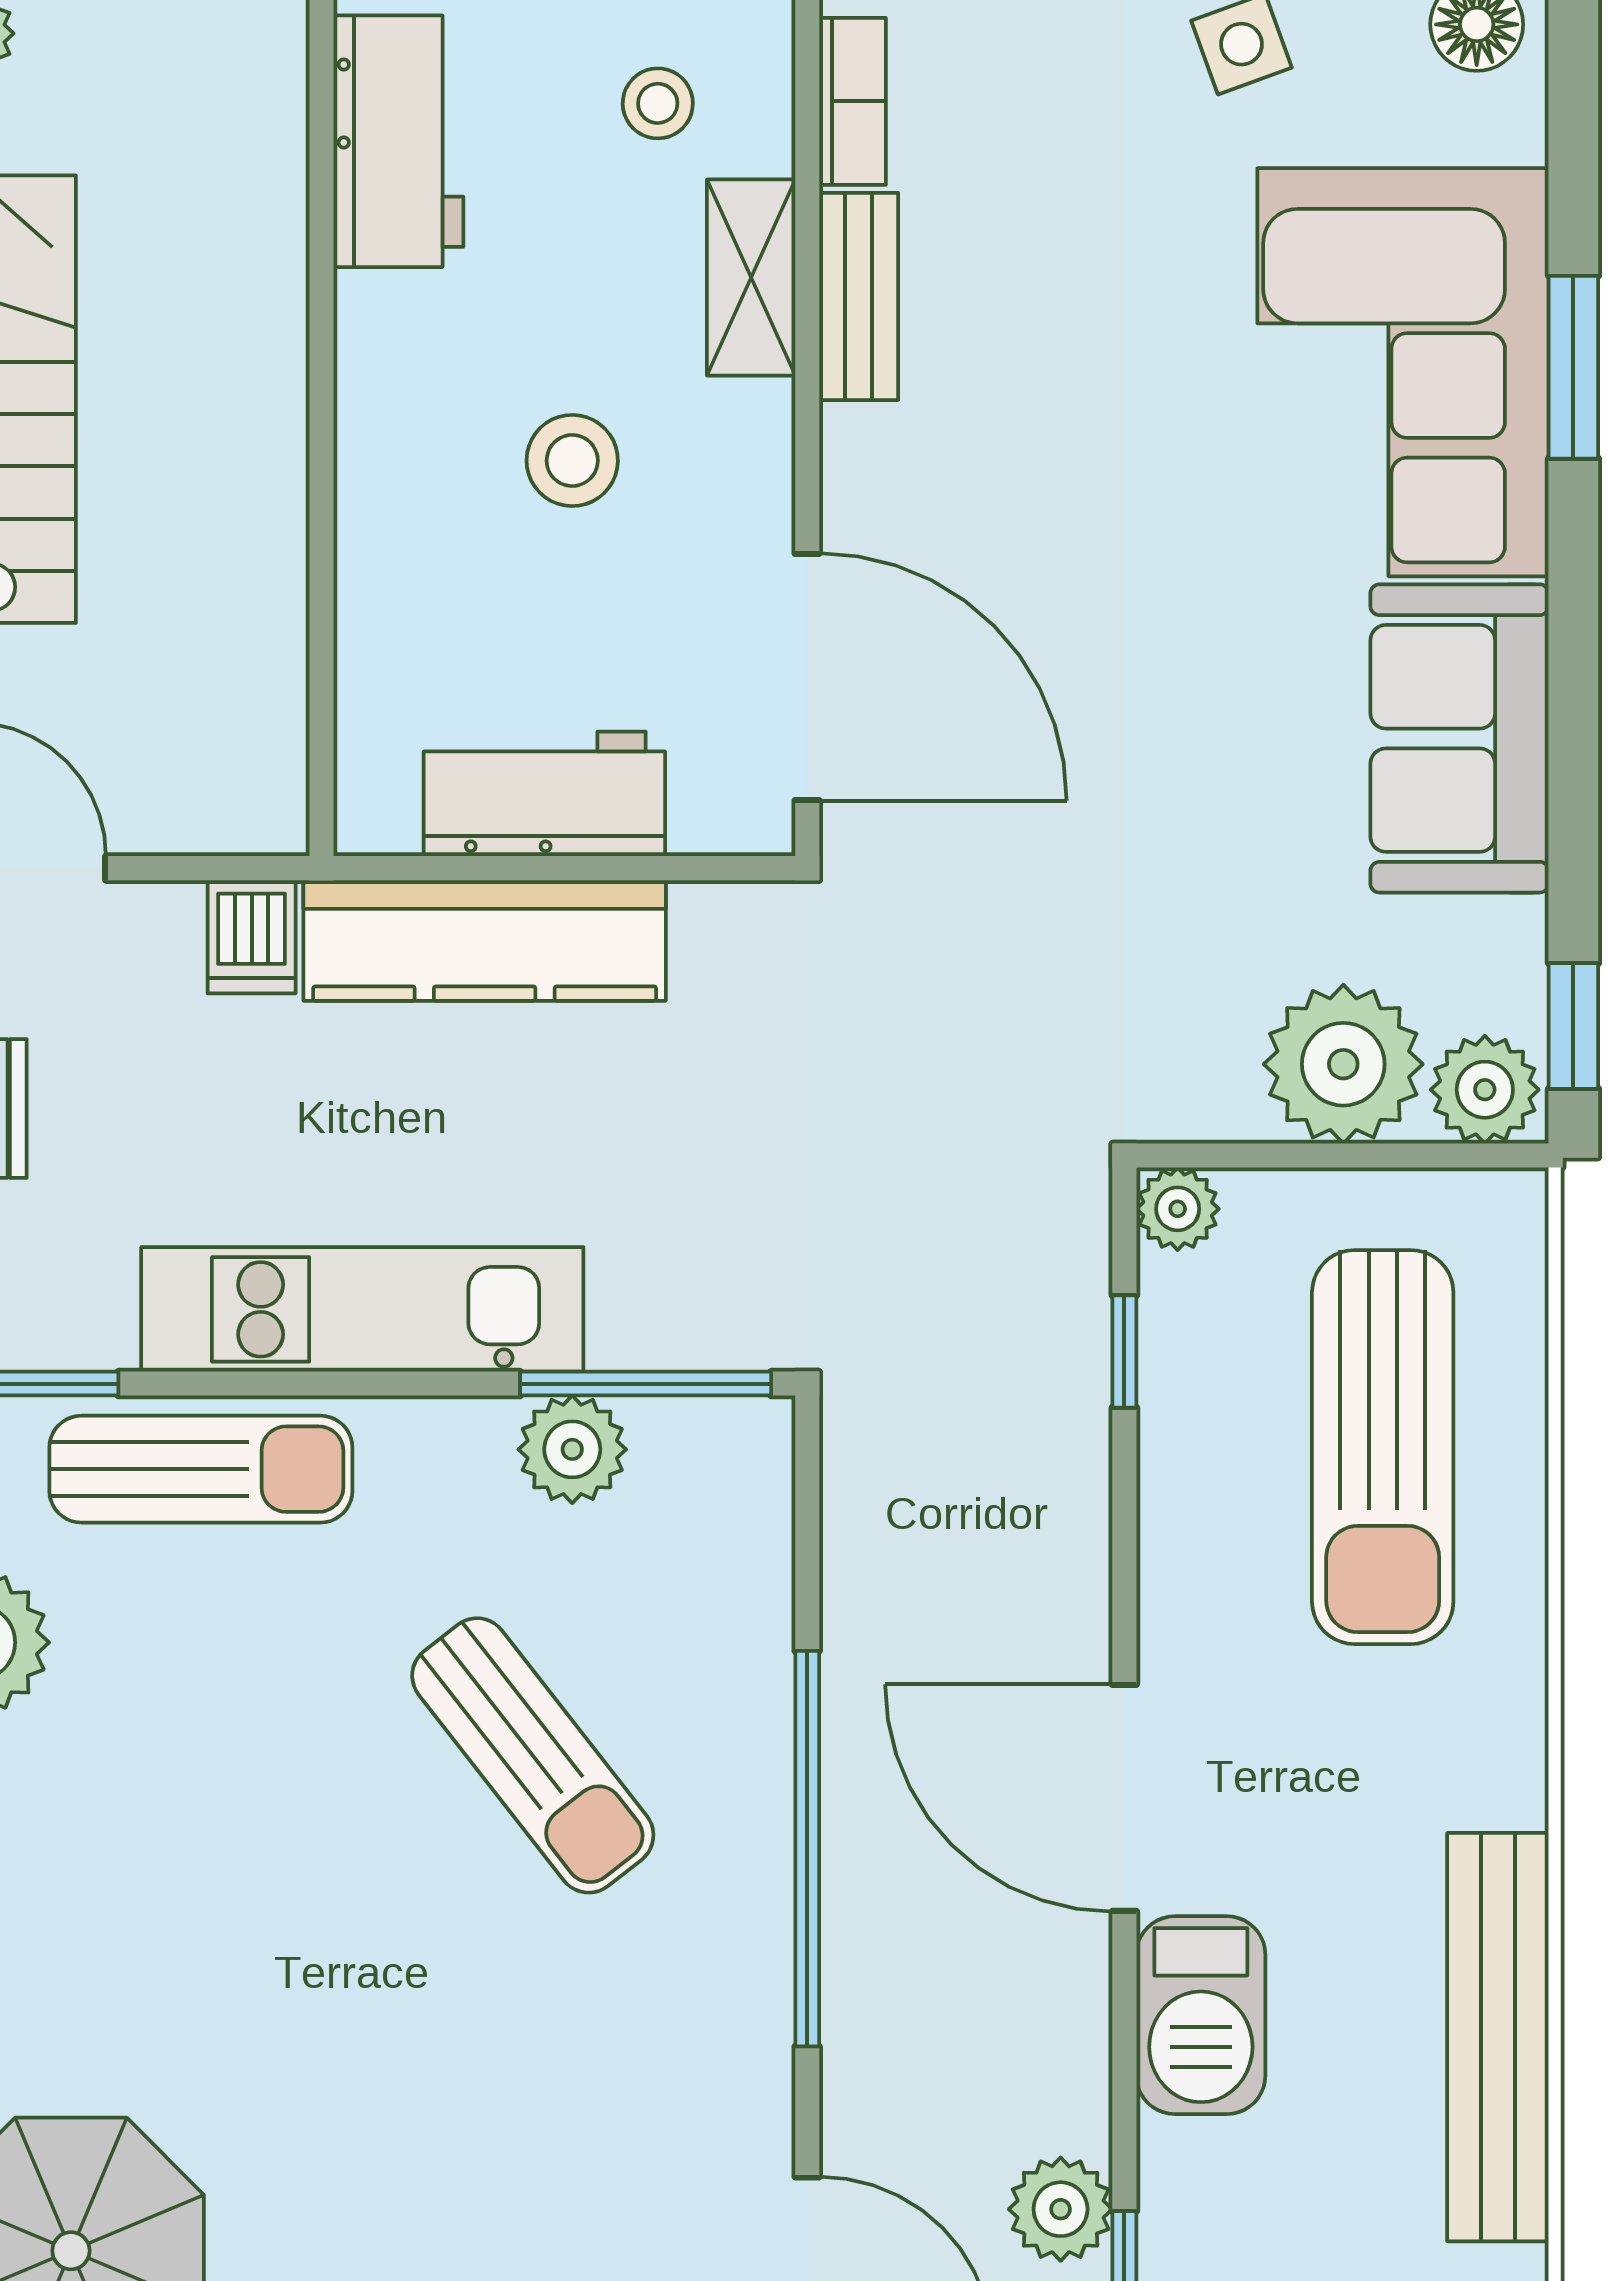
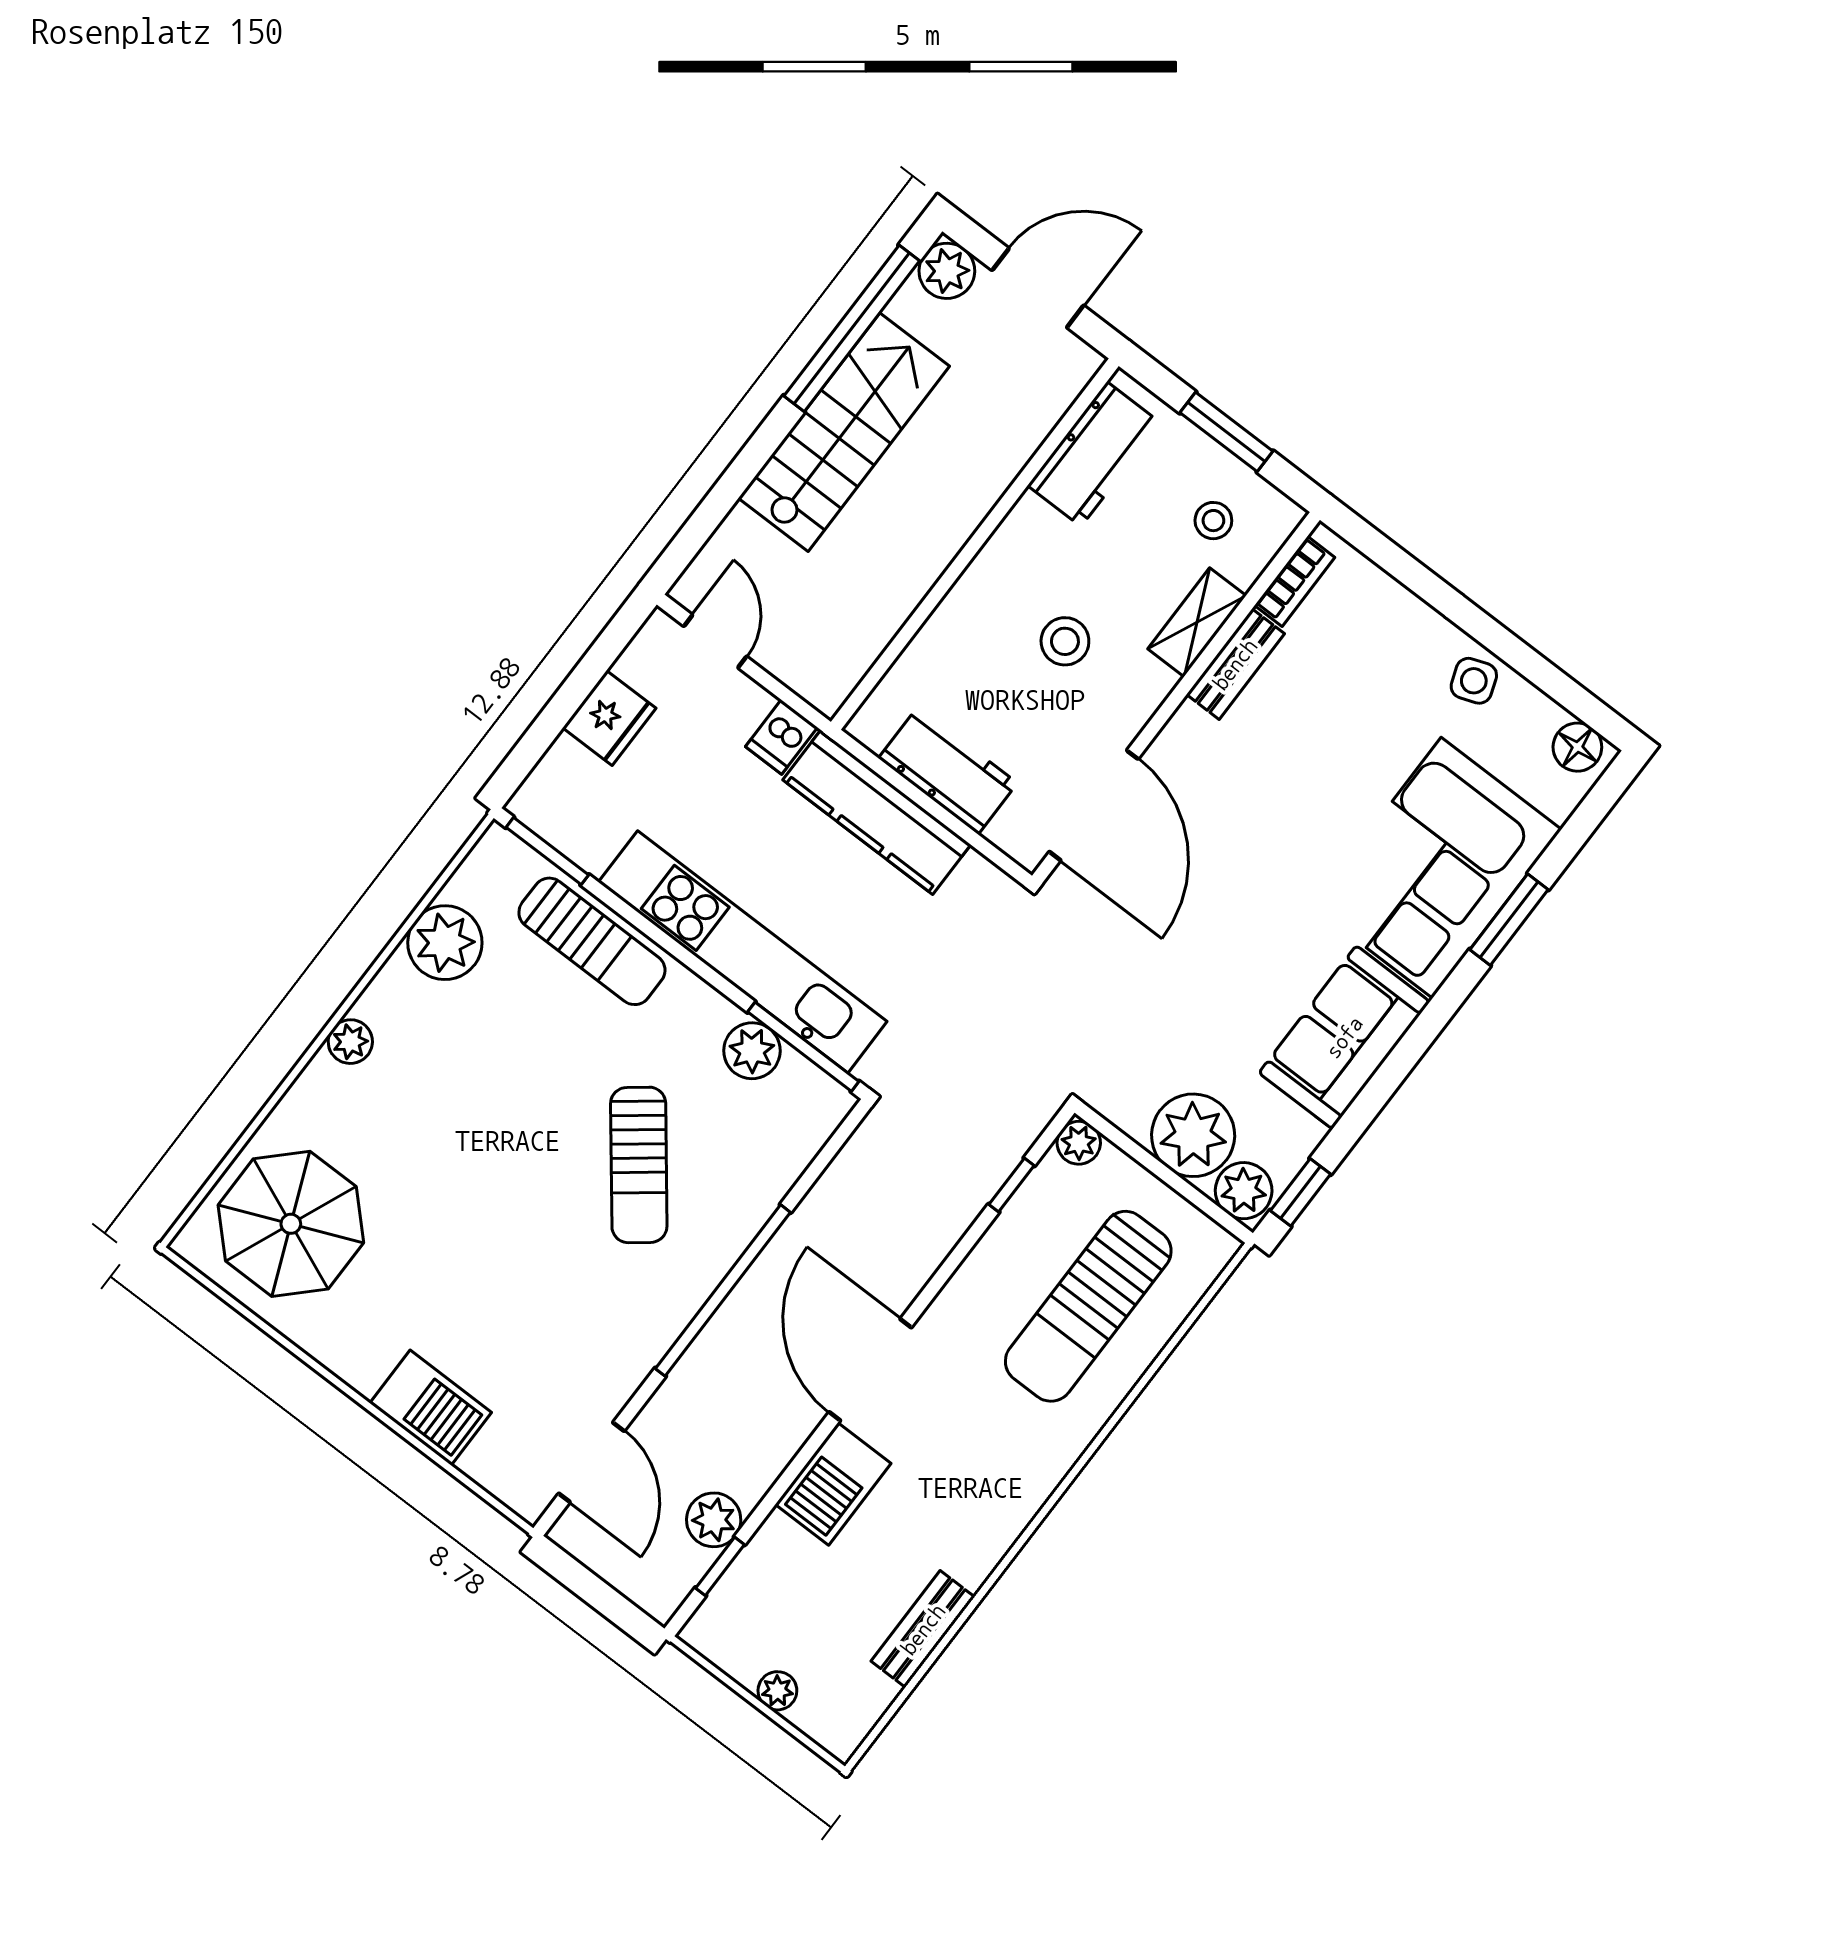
kitchen unit: (362, 1309) -> (743, 952), width x1.36
bench: (1498, 2037) -> (923, 1629), width x0.54, depth x0.82

